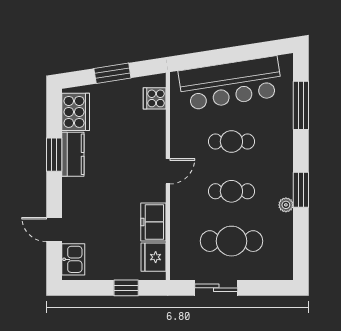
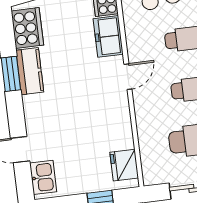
freezer: (153, 222) -> (108, 36), moved

